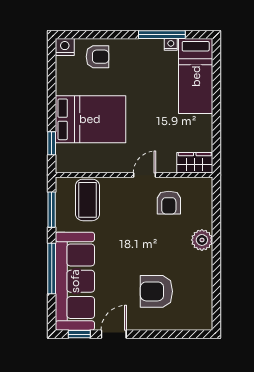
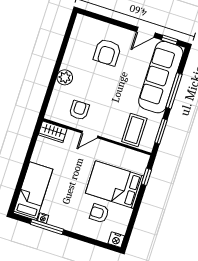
armchair: (97, 57) -> (99, 213), moved
armchair: (156, 291) -> (107, 52), turned 90

